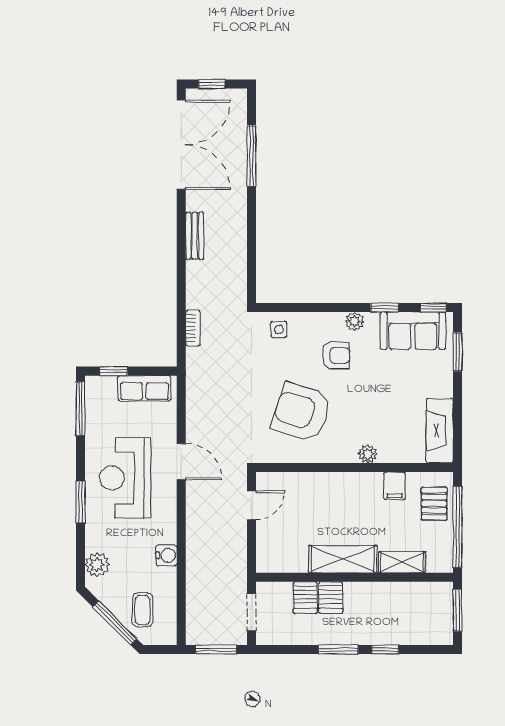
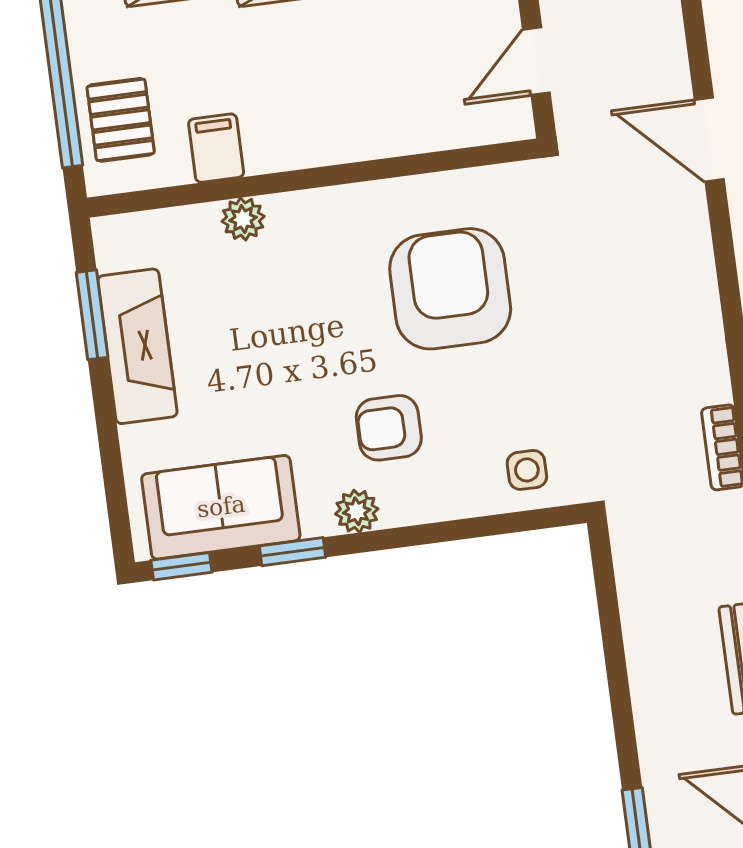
window: (458, 352) -> (92, 315), moved
armchair: (302, 412) -> (450, 289), turned -107
fireplace: (440, 431) -> (137, 346), moved
plant: (368, 454) -> (243, 219), moved

